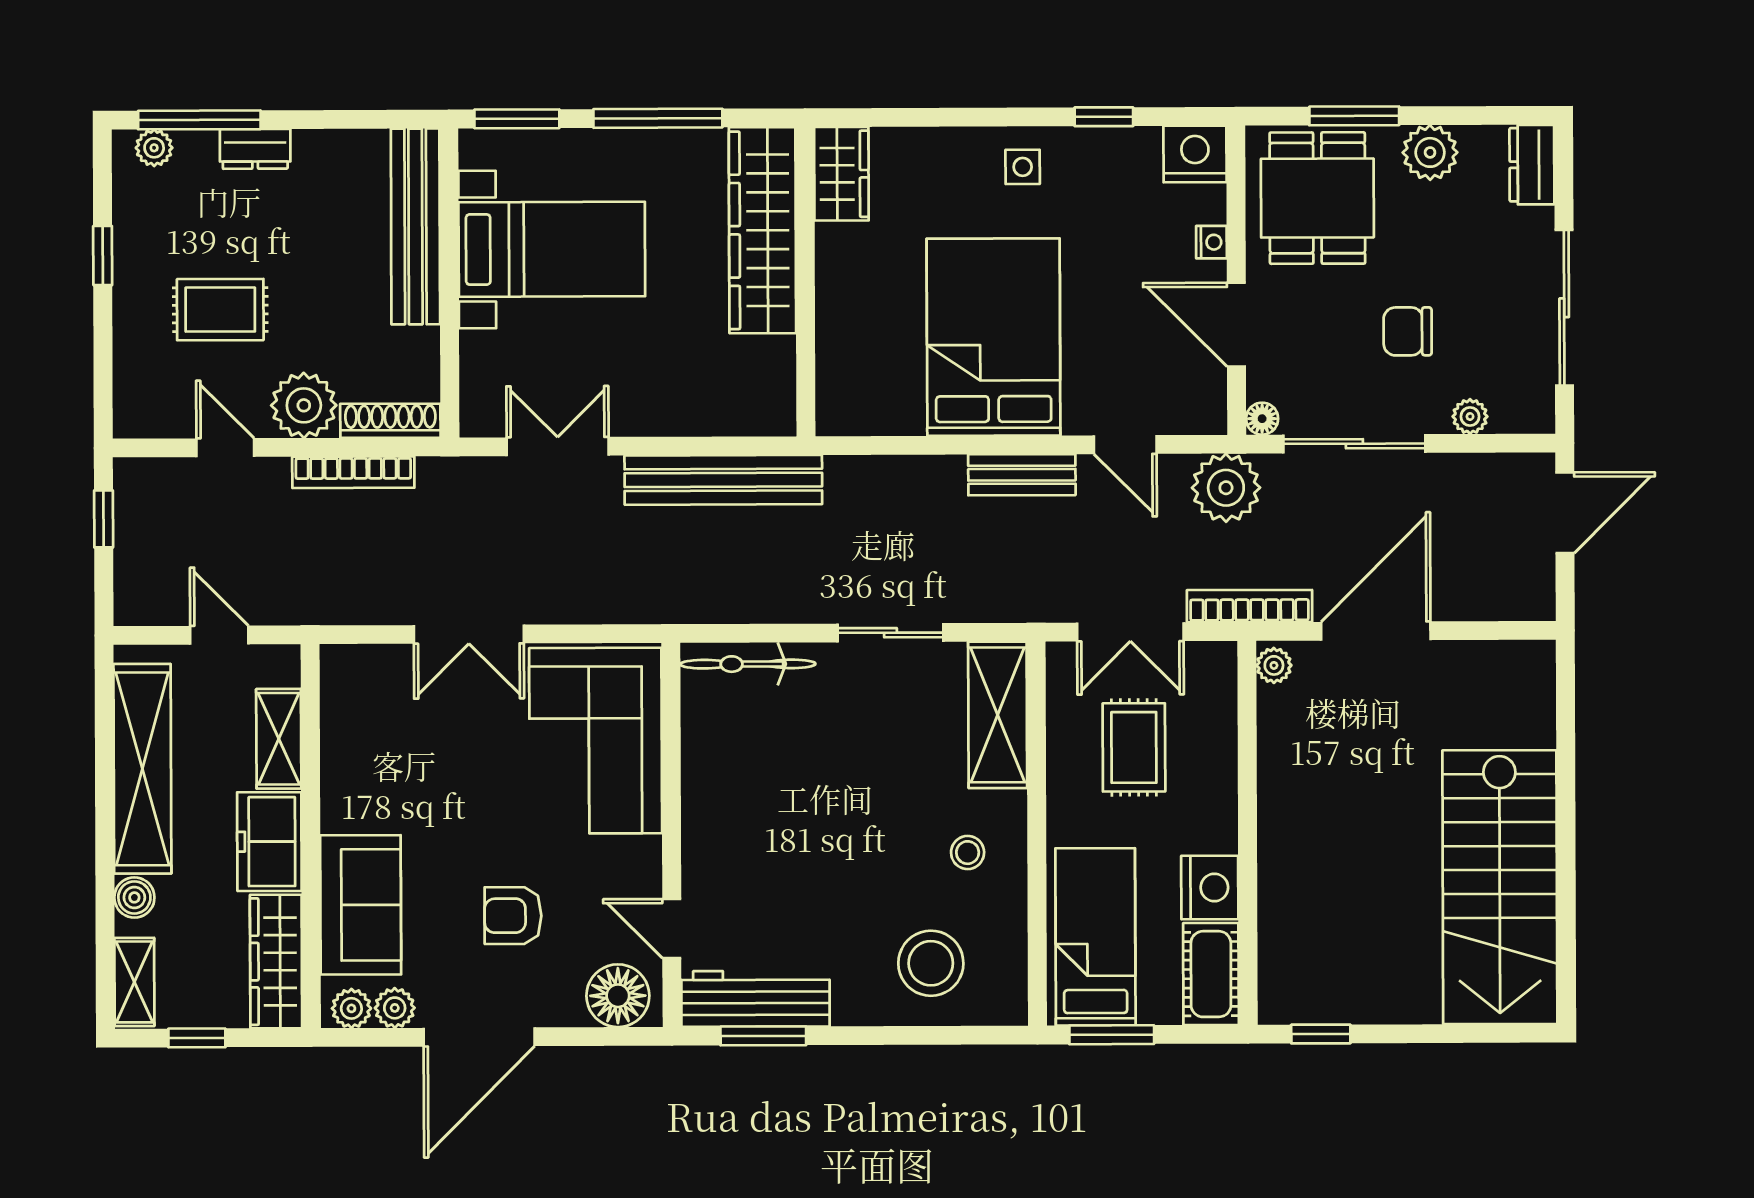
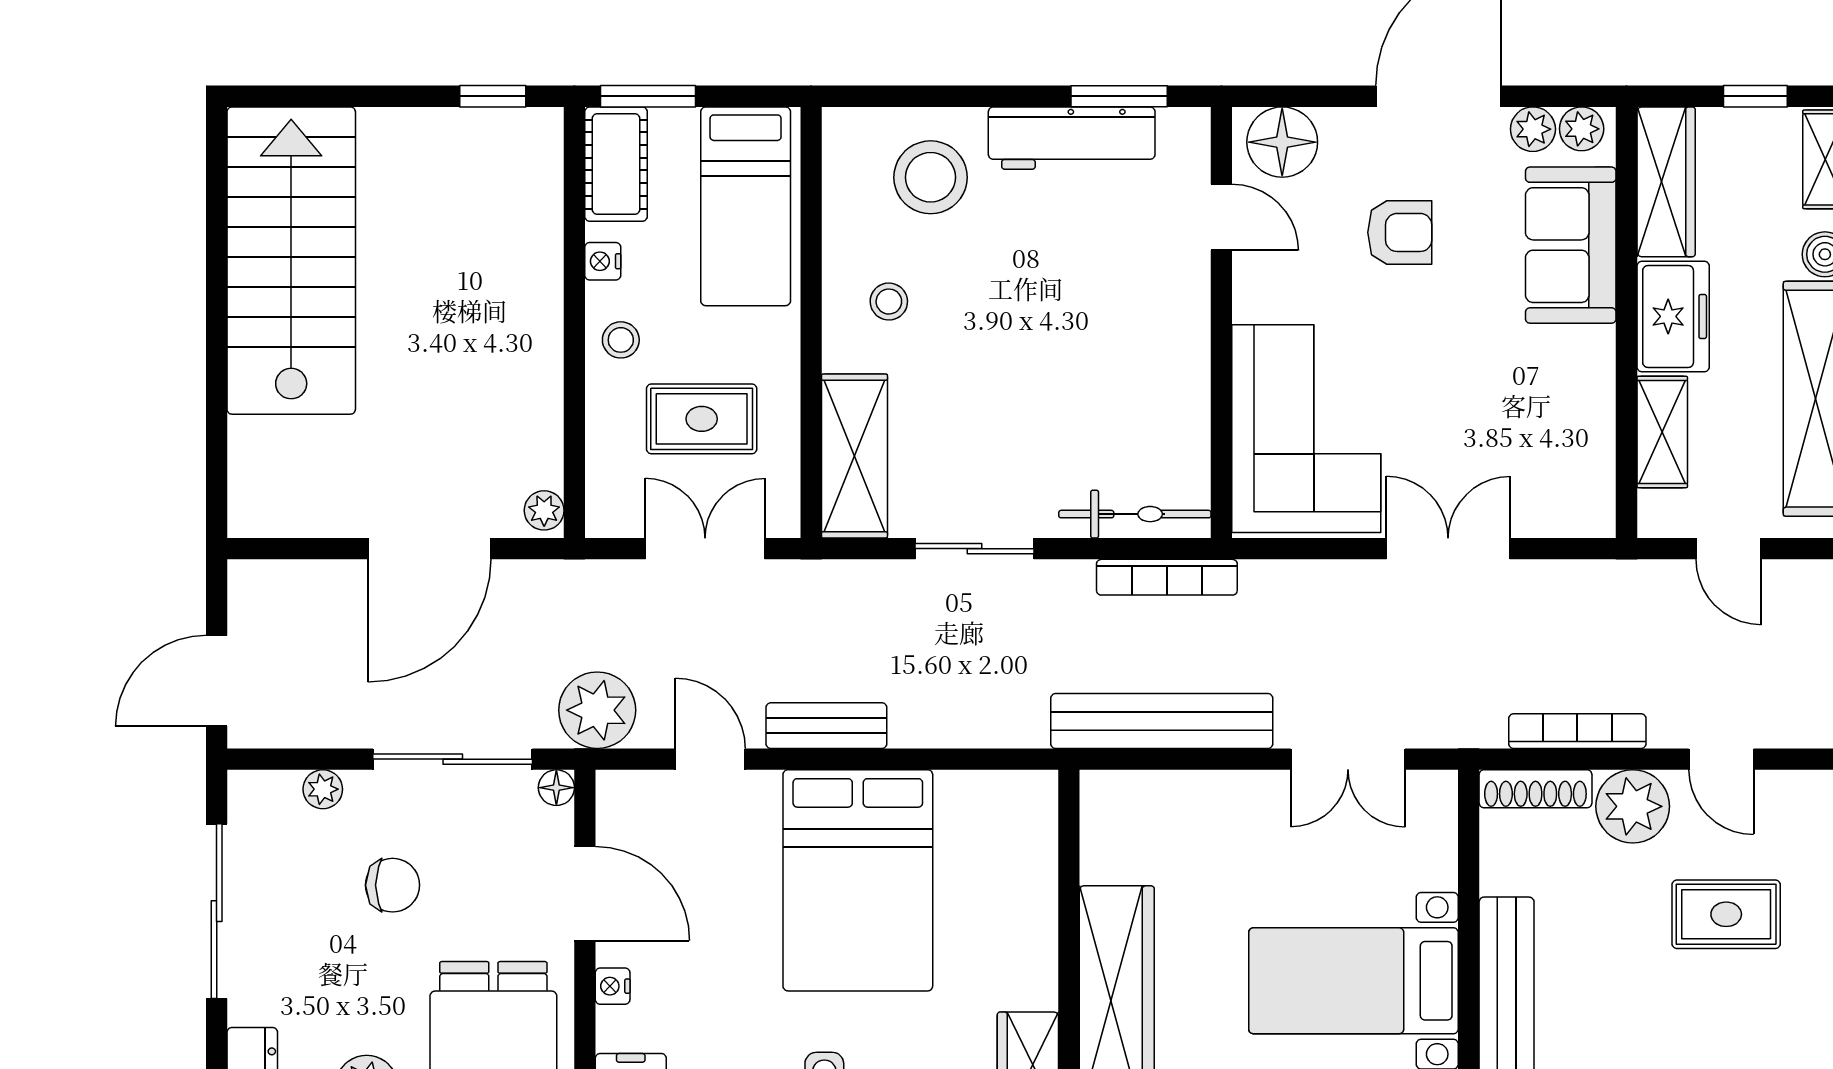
bookcase: (1249, 606) -> (1167, 577), moved
rug: (1134, 747) -> (702, 419), turned 90
stool: (1206, 817) -> (621, 340), added
nightstand: (1210, 888) -> (603, 261), width x0.53, depth x0.56
workbench: (755, 999) -> (1072, 138), moved
window: (1112, 1035) -> (648, 96), moved

